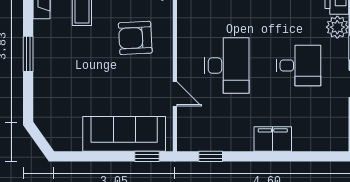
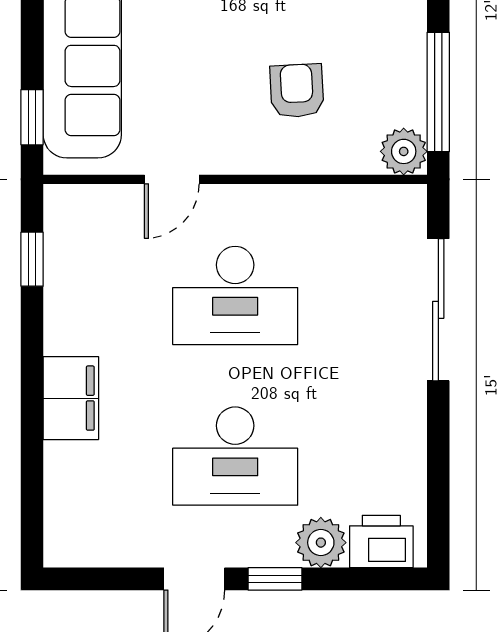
armchair: (135, 38) -> (297, 91), width x0.72, depth x0.72
desk: (299, 66) -> (235, 456), width x1.37

